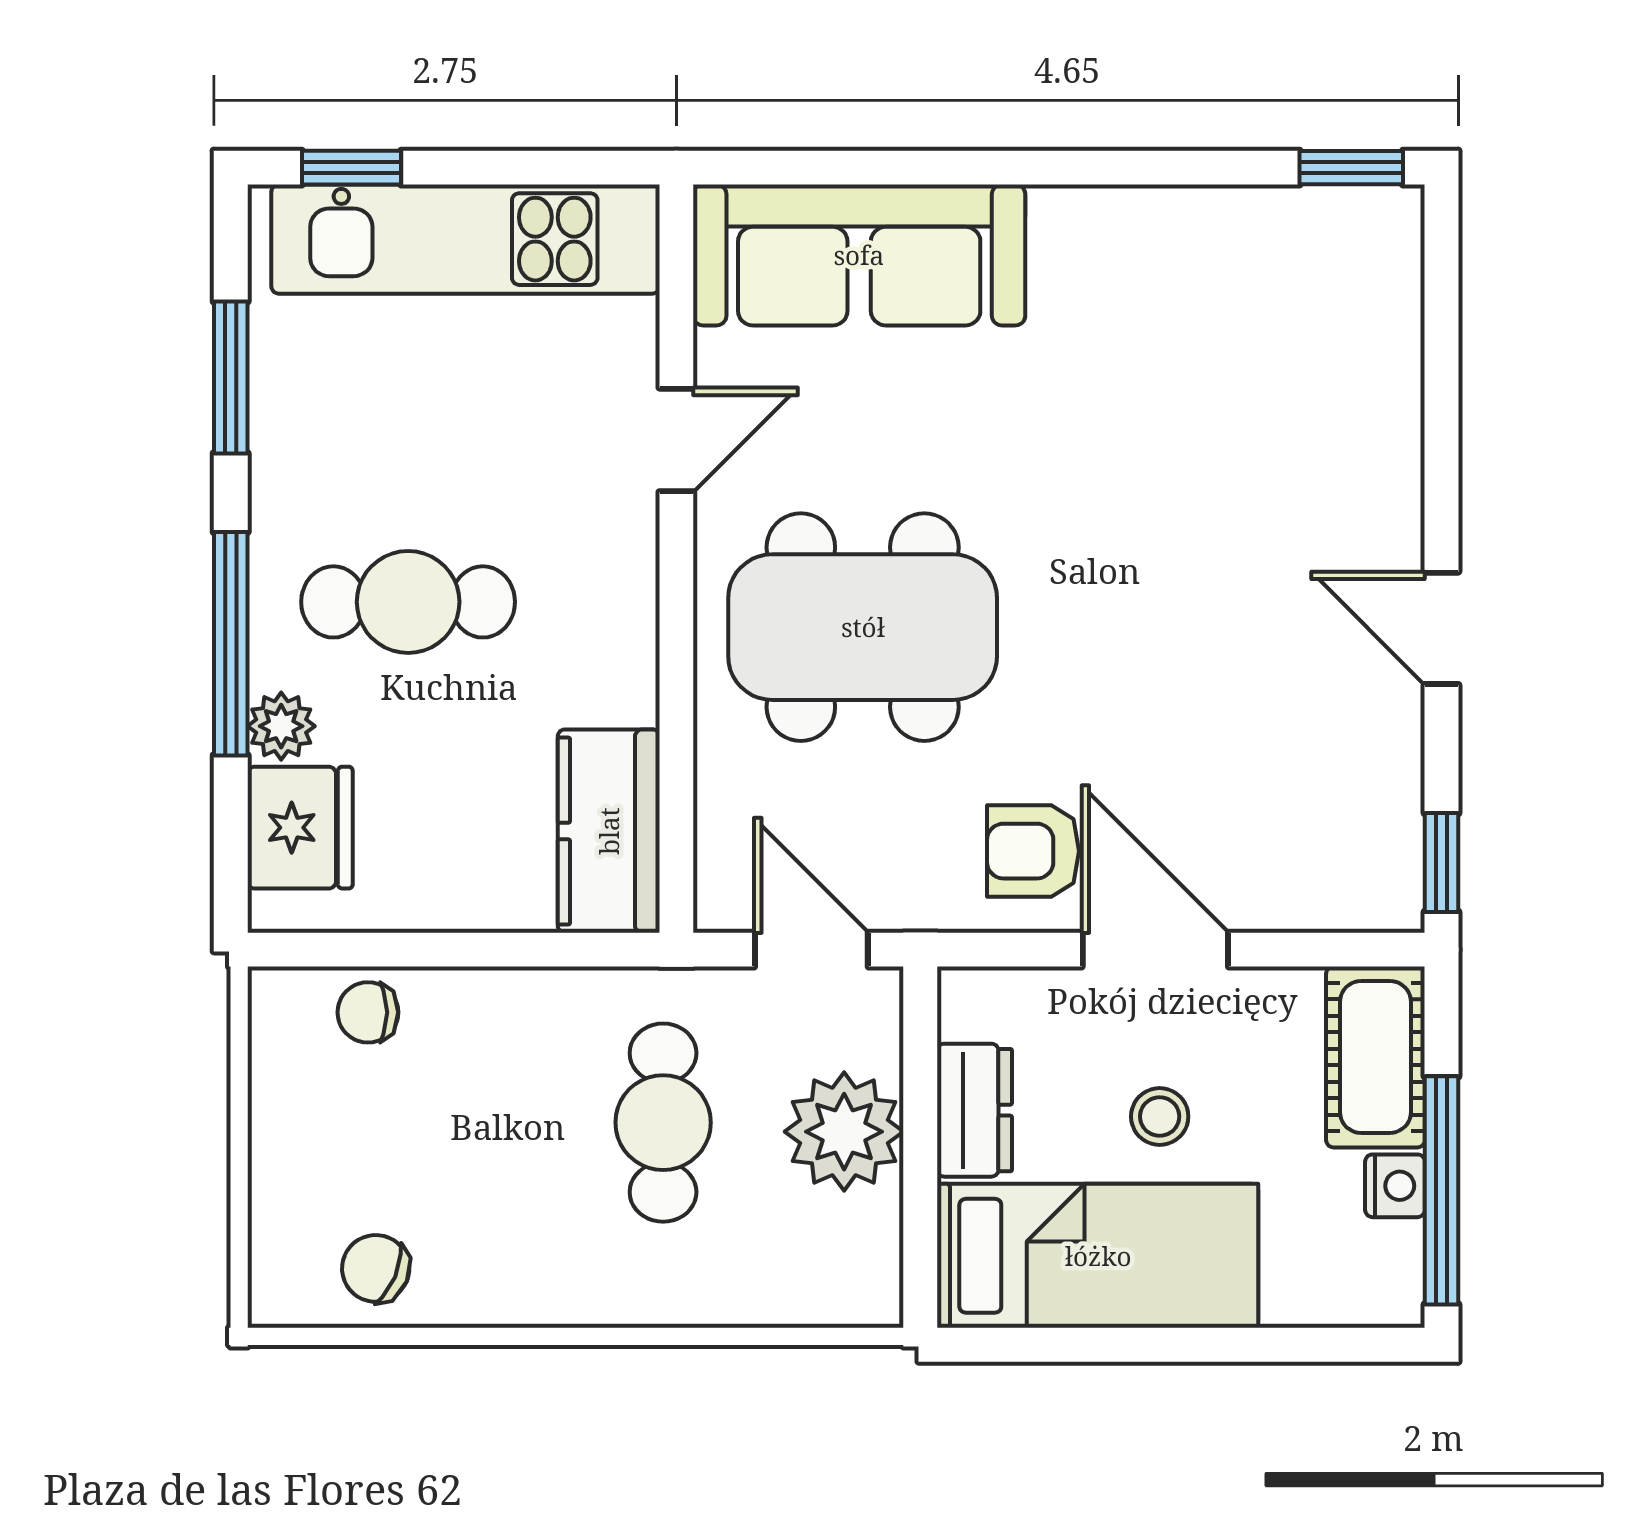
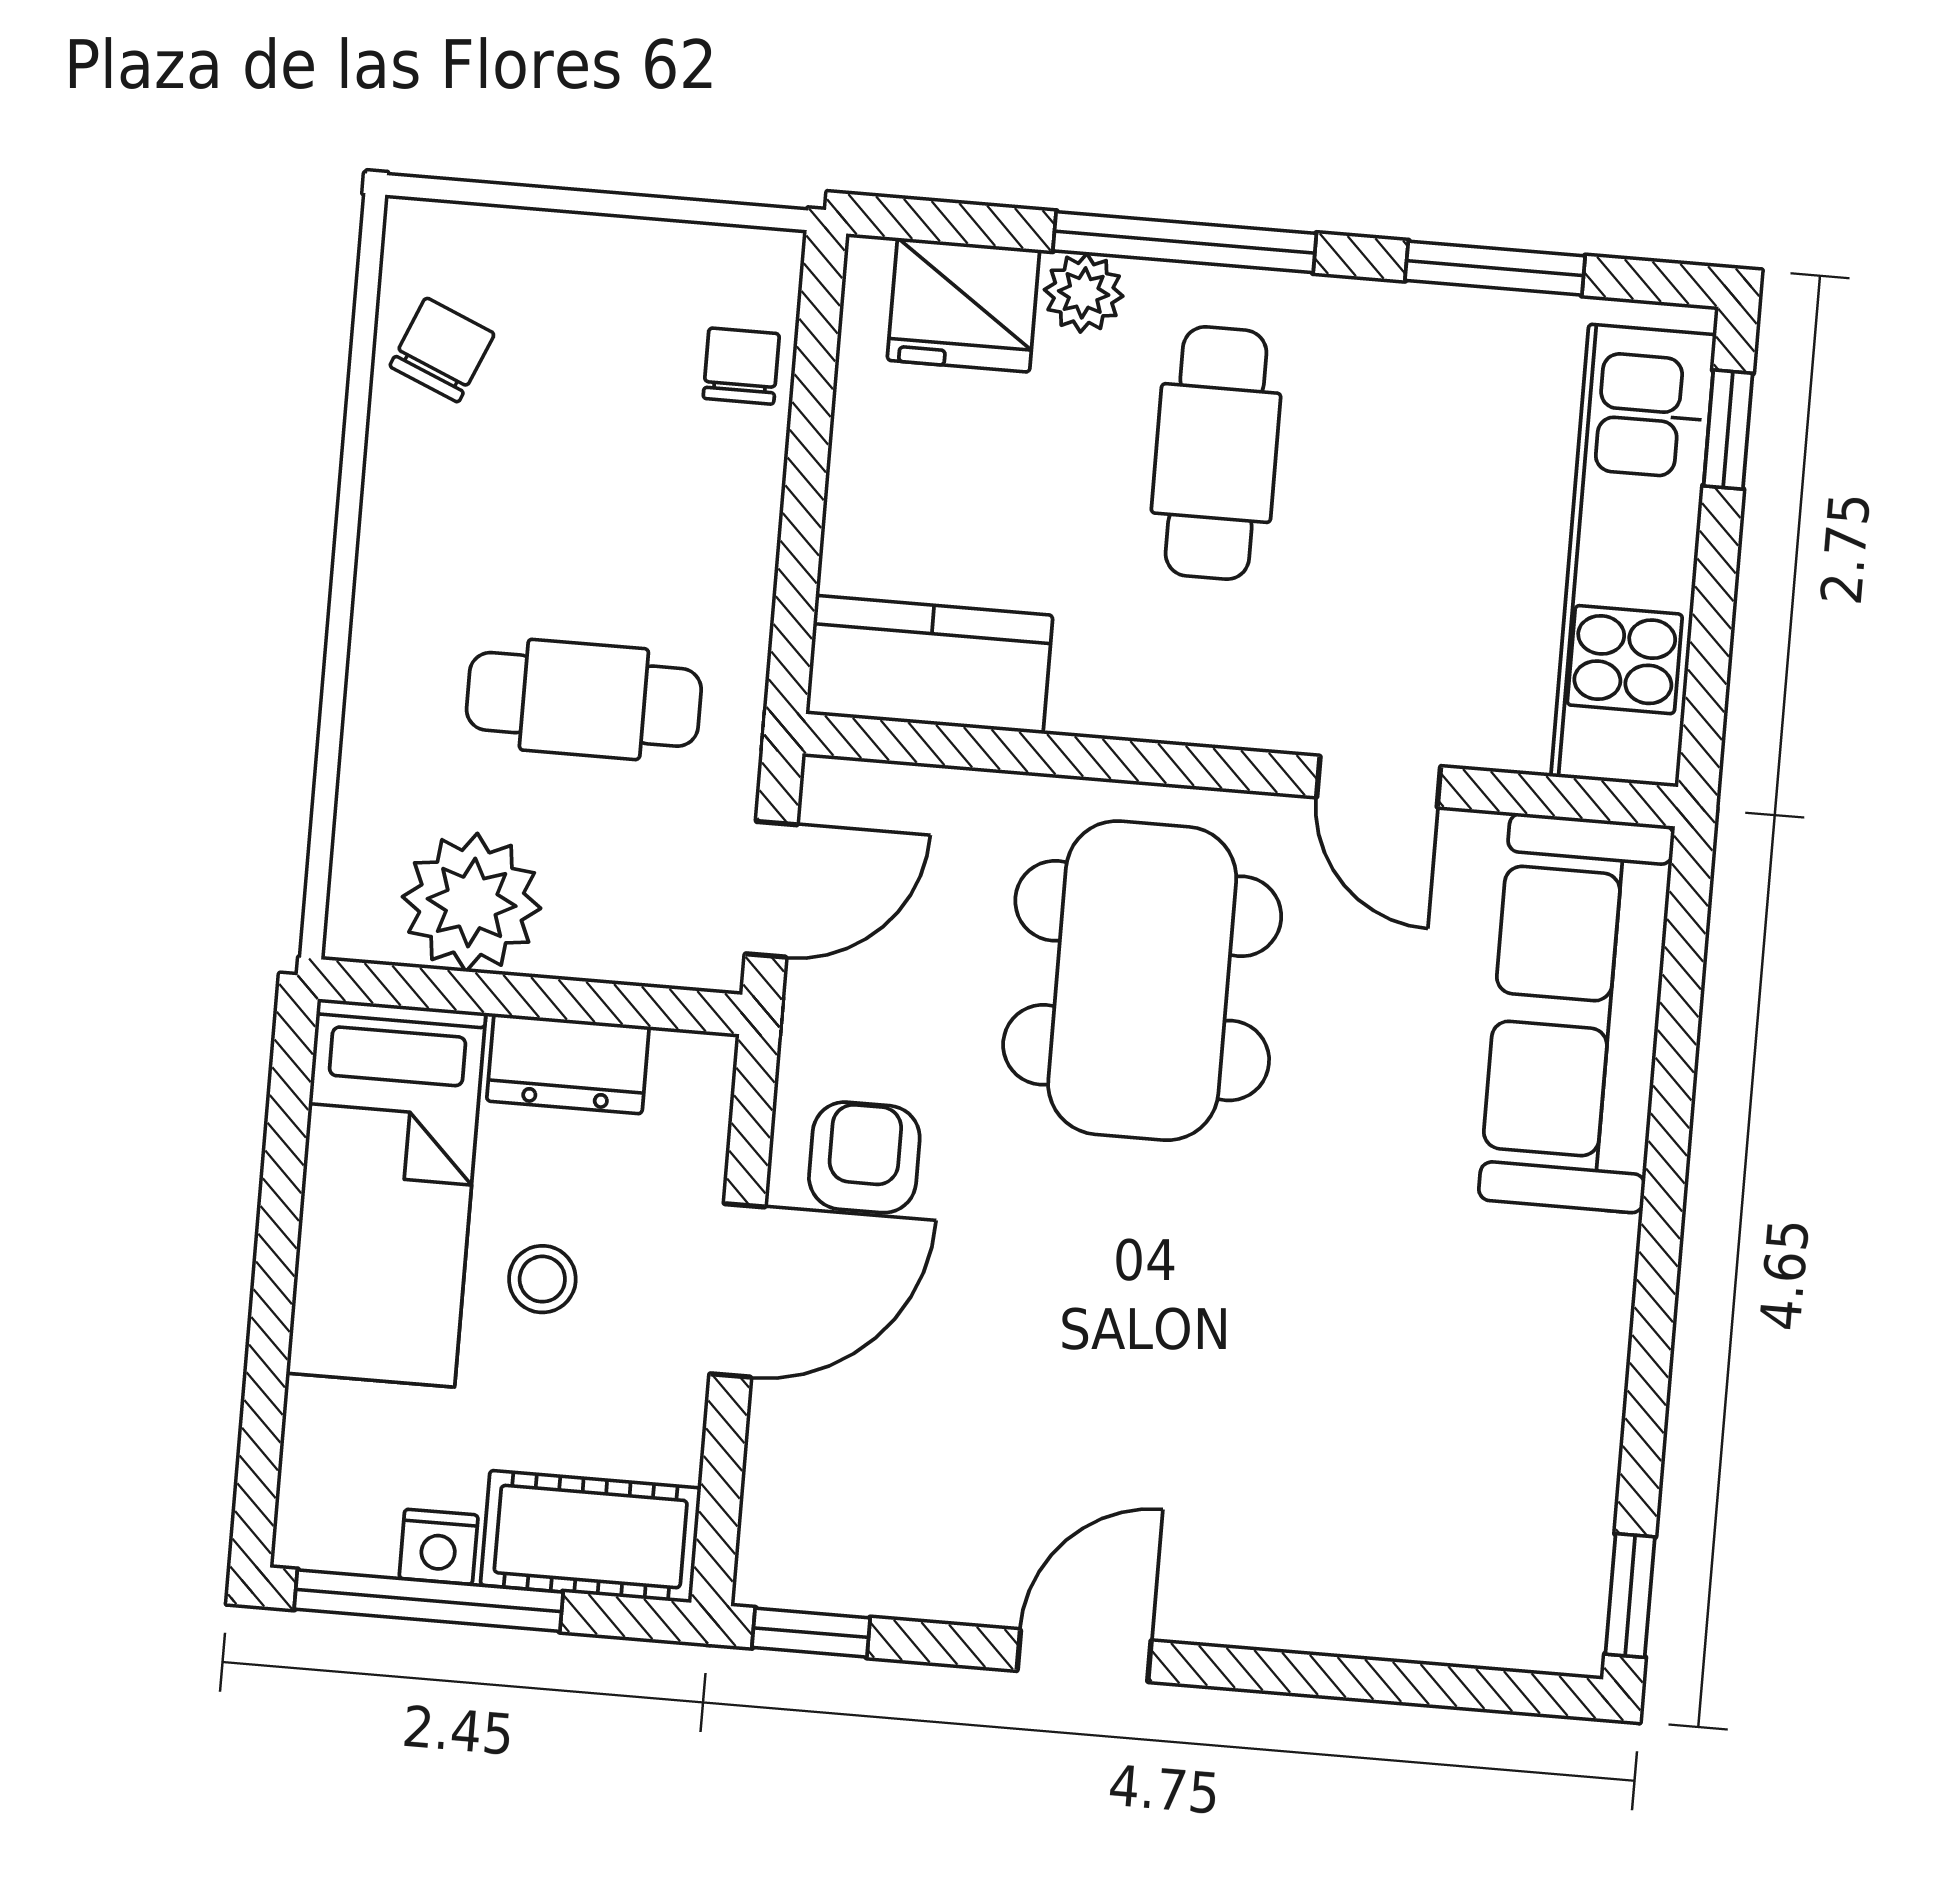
plant: (844, 1132) -> (472, 902), moved

